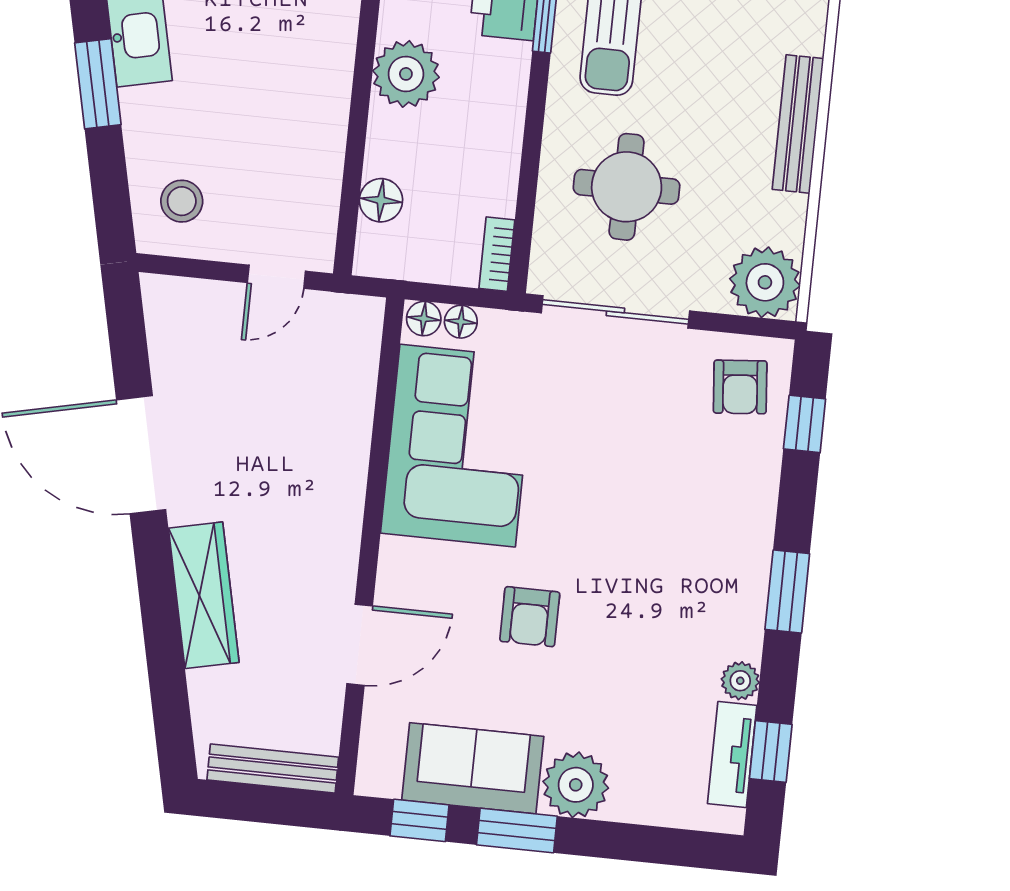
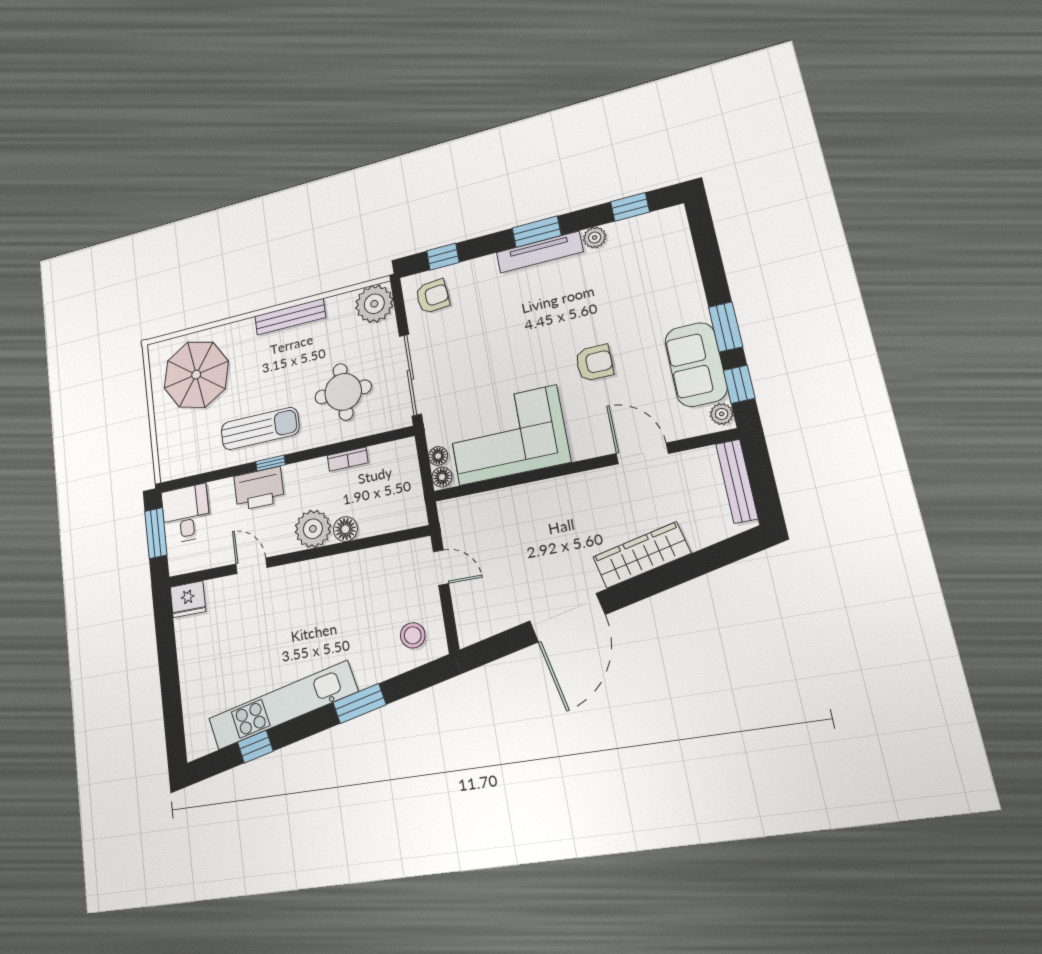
floor lamp: (381, 200) -> (345, 529), moved
bookcase: (497, 254) -> (348, 459), moved
tv unit: (732, 754) -> (540, 252), moved, width x1.41
plant: (576, 785) -> (722, 414), moved, width x0.53, depth x0.53

